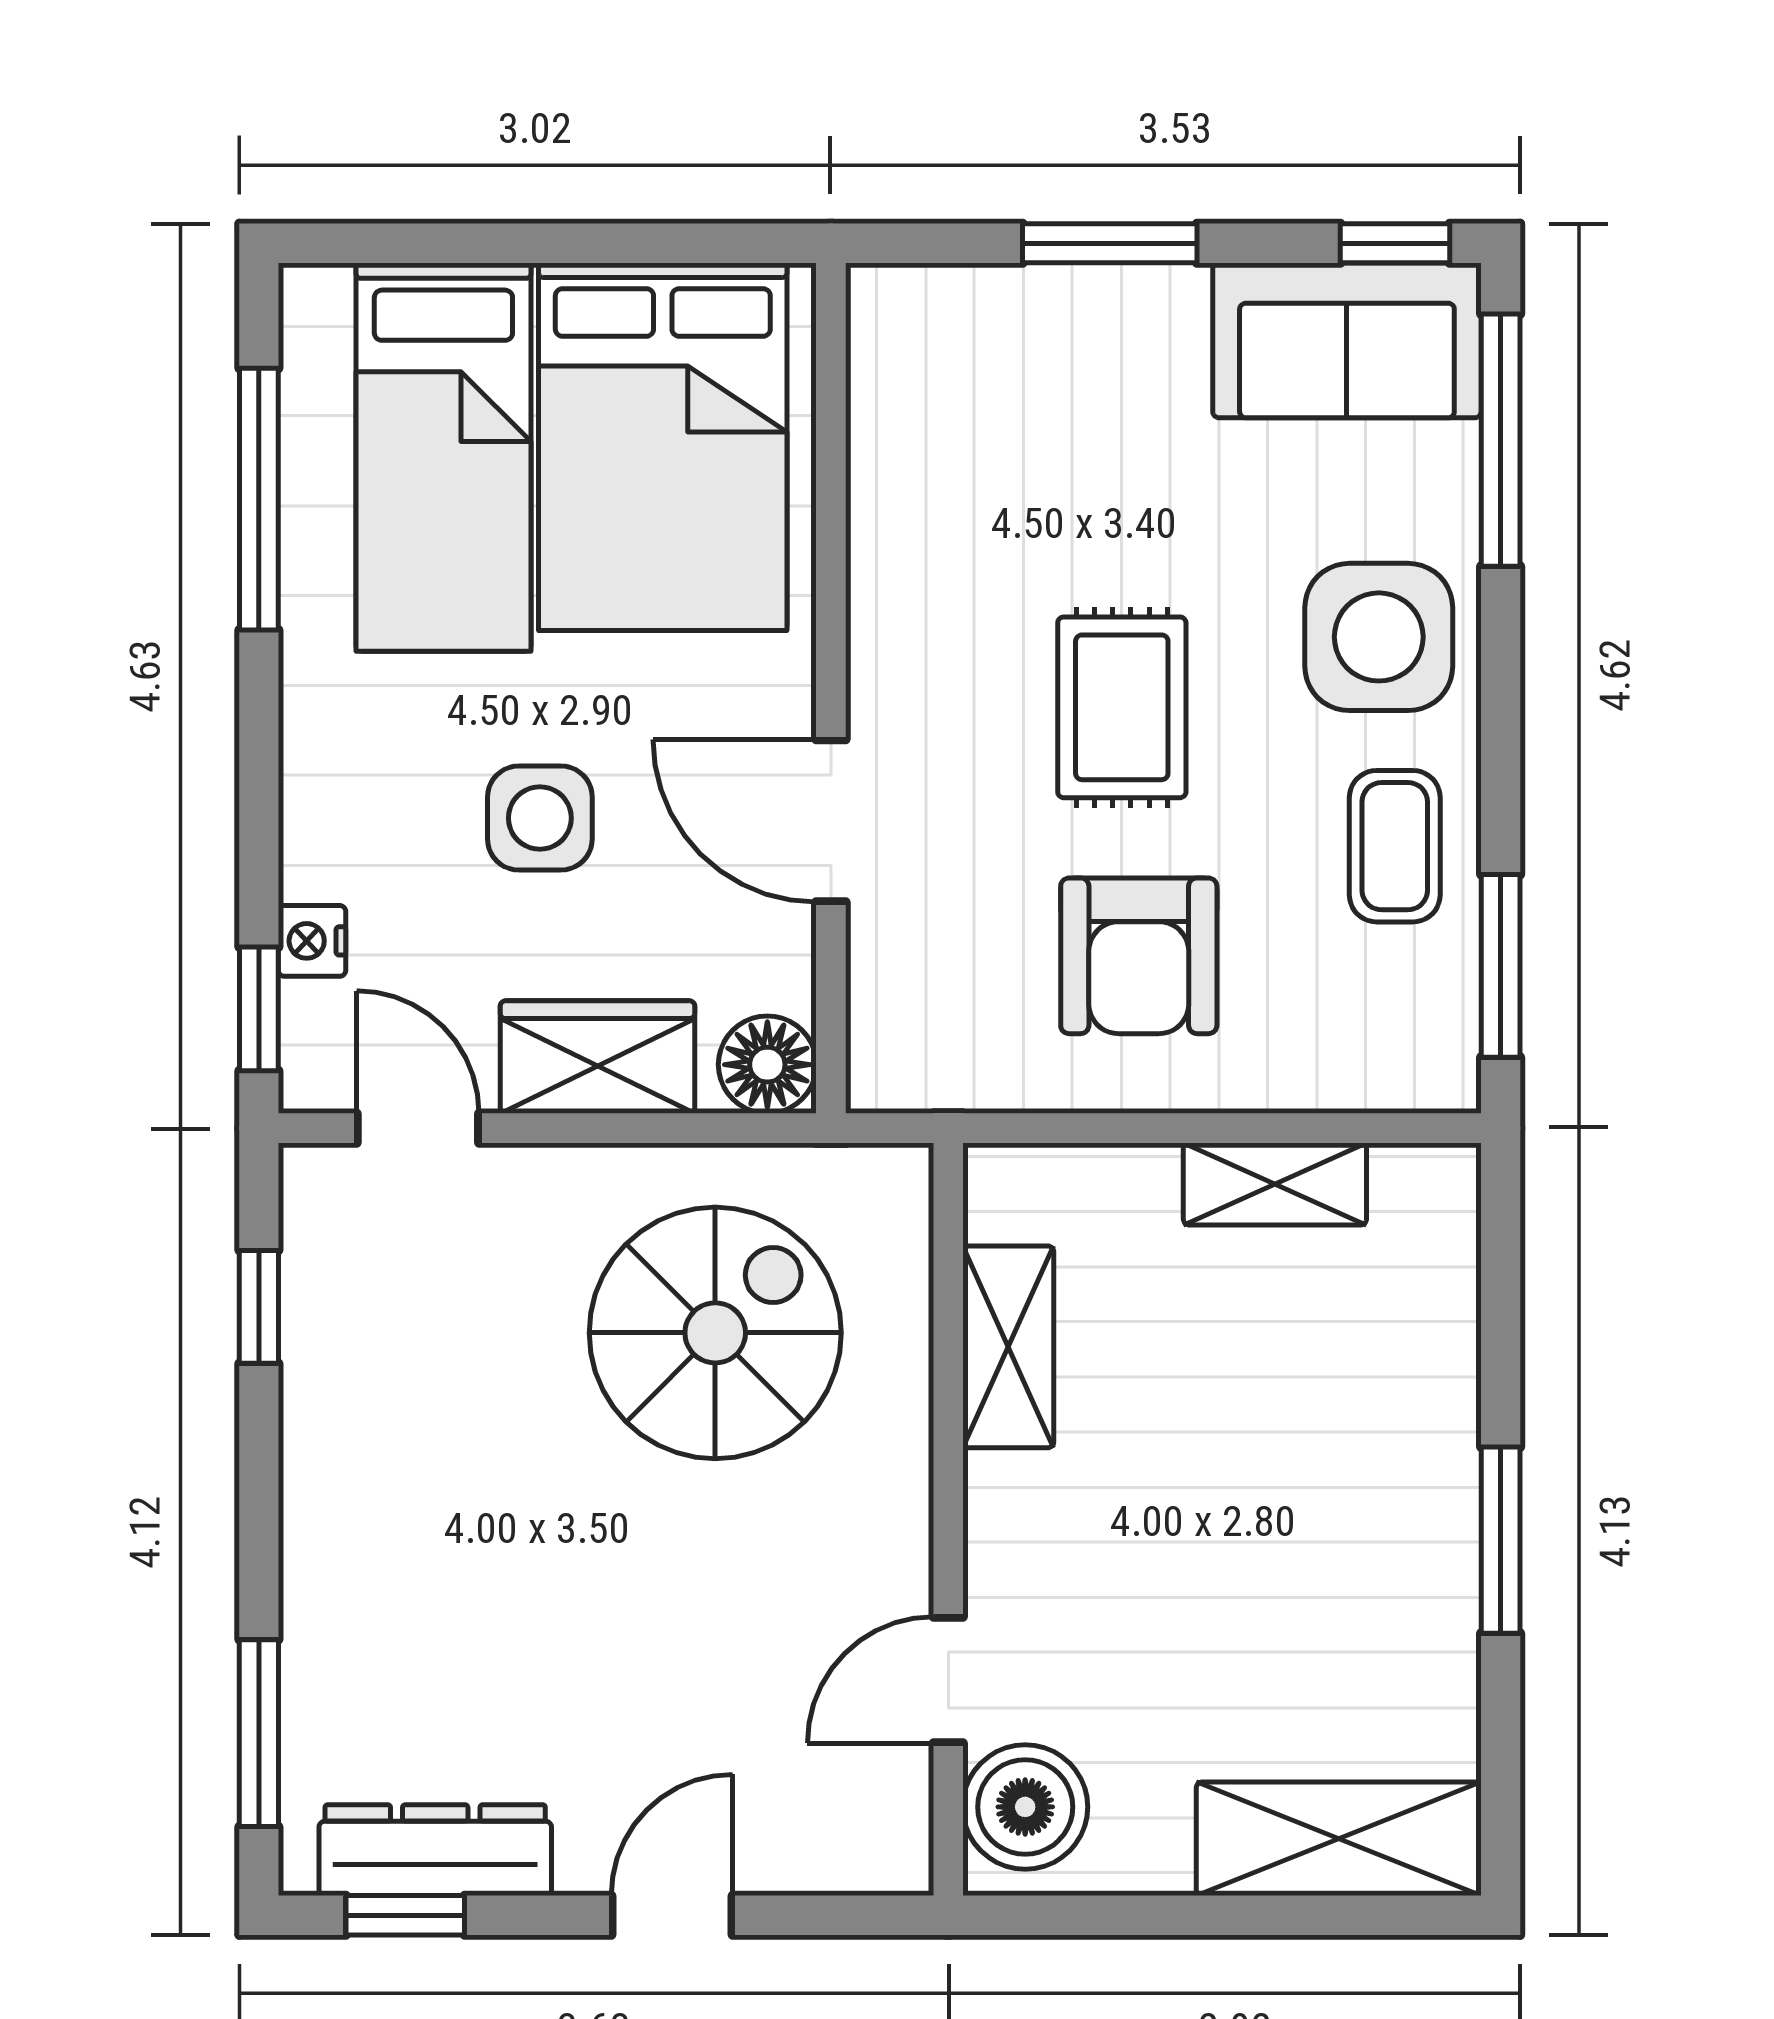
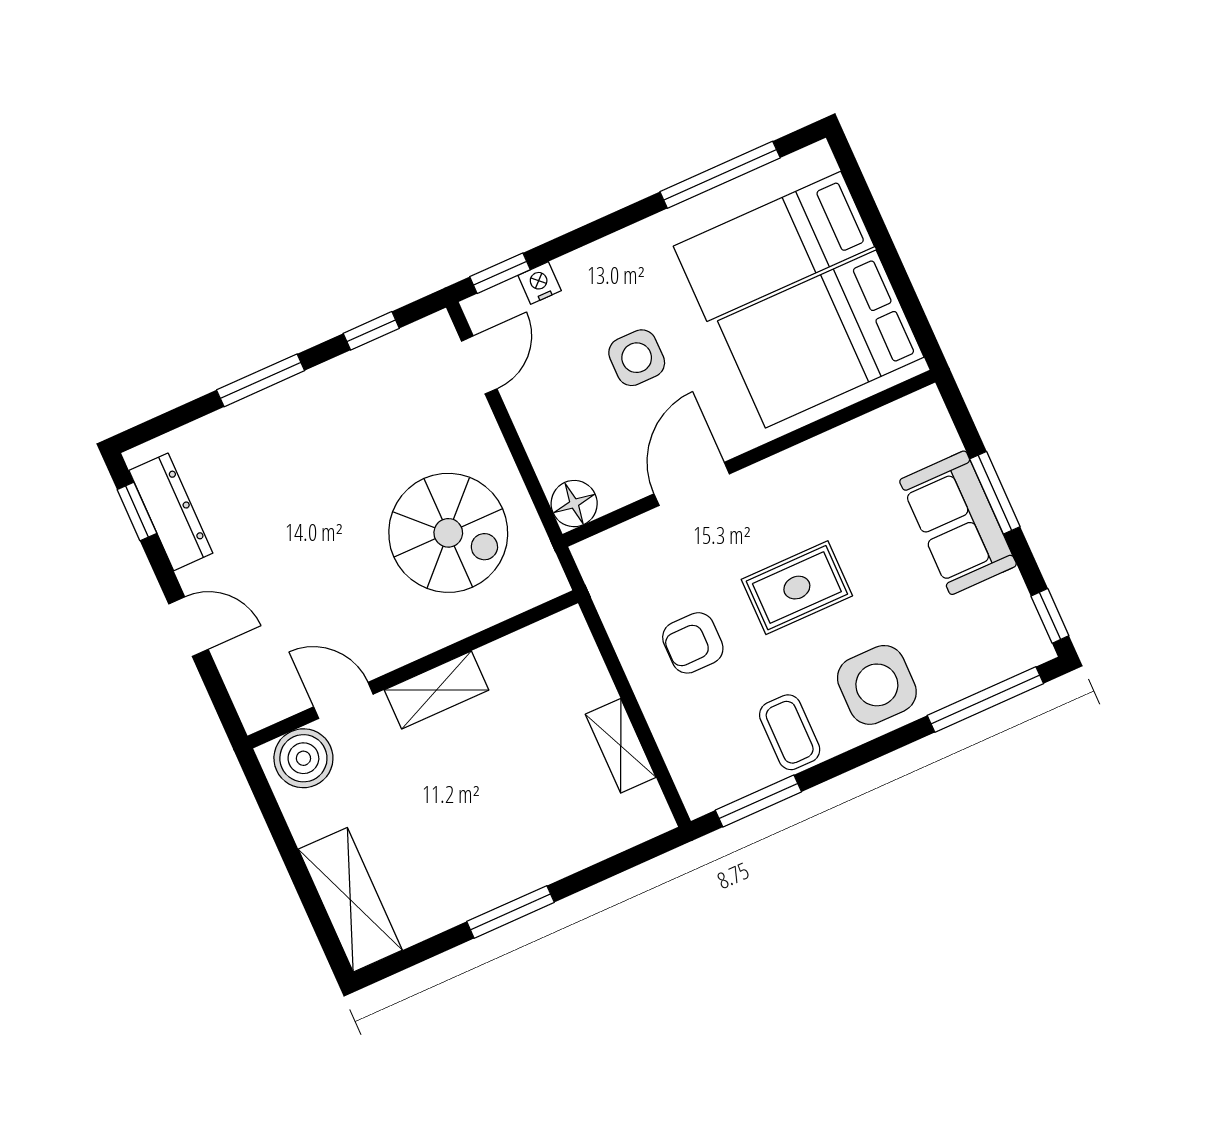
sofa: (1347, 340) -> (958, 523), moved
coffee table: (1395, 846) -> (790, 732), turned 90
armchair: (1139, 956) -> (693, 643), width x0.72, depth x0.72
wardrobe: (598, 1057) -> (545, 429), removed
shelving: (1008, 1347) -> (437, 690), moved
window: (259, 1733) -> (261, 380), moved

